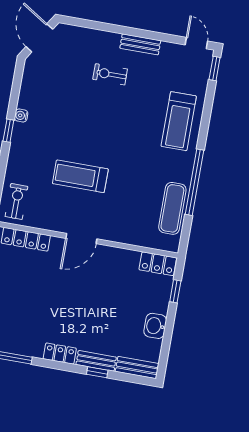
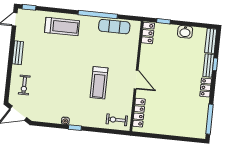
exercise bike: (110, 74) -> (24, 85), moved

